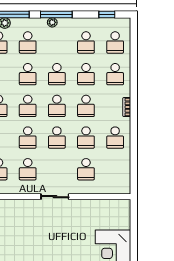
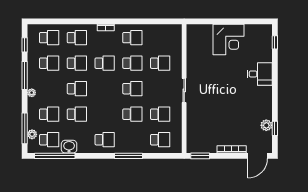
window: (56, 14) -> (25, 75), moved
school desk: (28, 106) -> (105, 114), removed
school desk: (57, 106) -> (105, 89), removed

